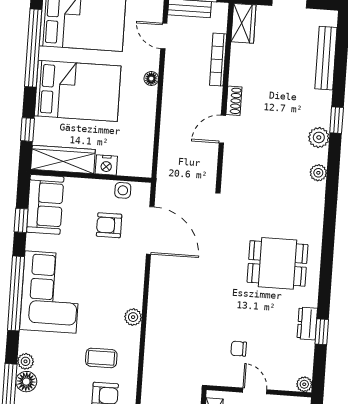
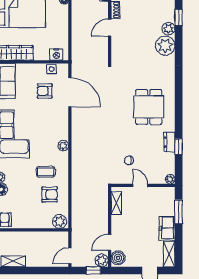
nightstand: (106, 165) -> (56, 54), moved
plant: (318, 173) -> (165, 46), width x1.87, depth x1.87
dining table: (278, 263) -> (149, 107), turned 90

